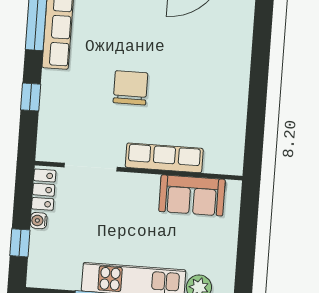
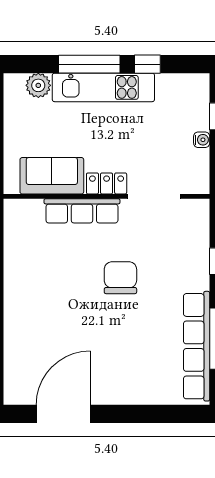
chair: (130, 88) -> (120, 278), turned 180
locker: (44, 190) -> (107, 183), moved, turned 90

